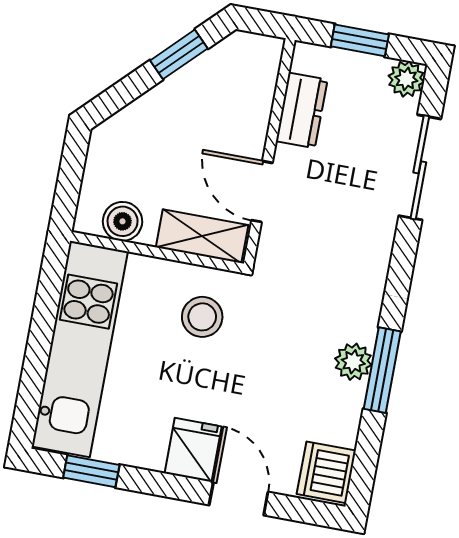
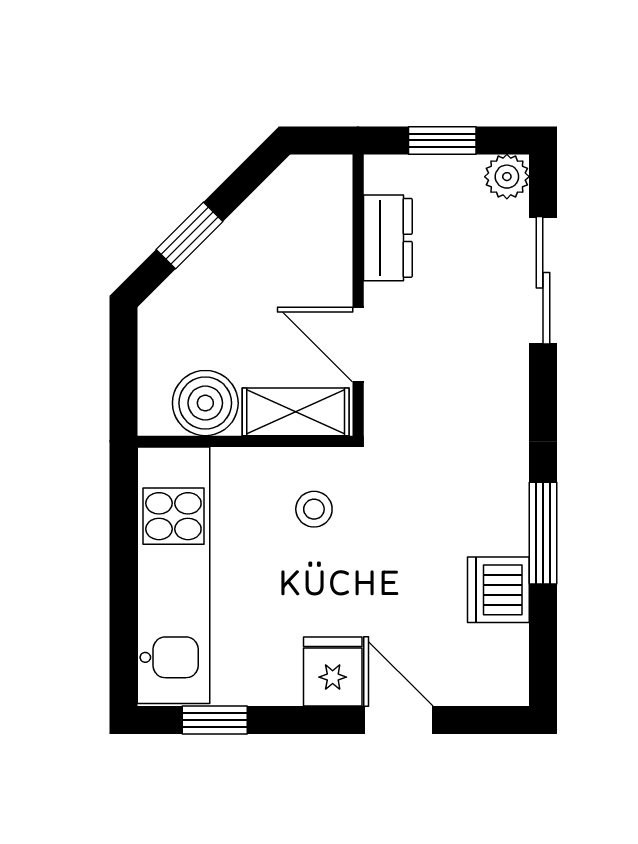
window: (179, 54) -> (190, 236), moved
boiler: (123, 221) -> (205, 403), width x1.36, depth x1.36
stool: (202, 317) -> (314, 509), width x0.73, depth x0.73
plant: (353, 362) -> (506, 529), removed
dishwasher: (326, 472) -> (498, 590), moved

